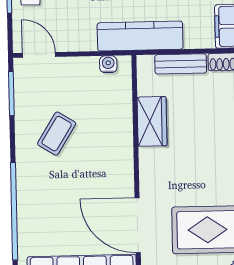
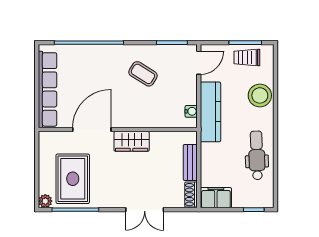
kitchen counter: (140, 36) -> (211, 112), moved
wardrobe: (152, 121) -> (132, 141), moved
door: (138, 225) -> (92, 130), moved

